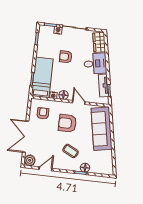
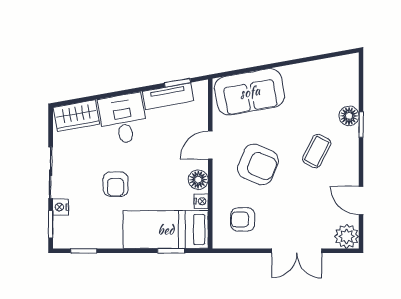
armchair: (67, 123) -> (258, 164), turned -68
sofa: (102, 129) -> (250, 92), width x0.73
double door: (26, 137) -> (297, 251), width x0.73

